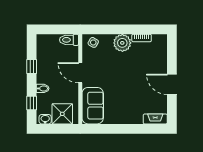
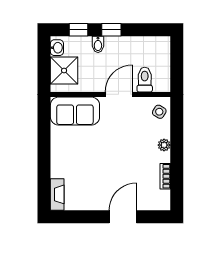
toilet: (69, 40) -> (145, 80), moved
plant: (122, 43) -> (164, 145), width x0.53, depth x0.53
window: (32, 67) -> (111, 30), moved
door: (172, 84) -> (123, 217), moved

